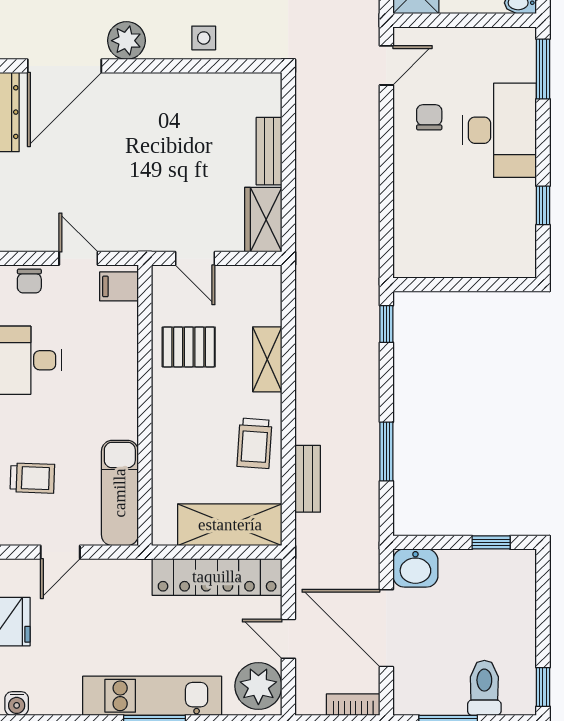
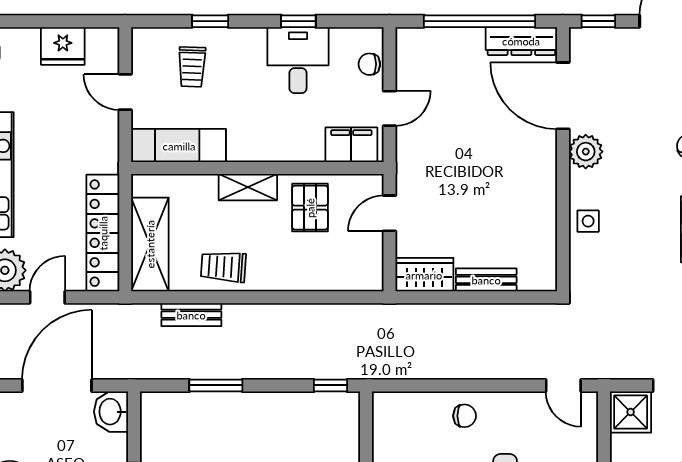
chair: (429, 117) -> (465, 416), moved
filing cabinet: (119, 286) -> (351, 145), width x2.00
shelving: (267, 359) -> (248, 187), moved

